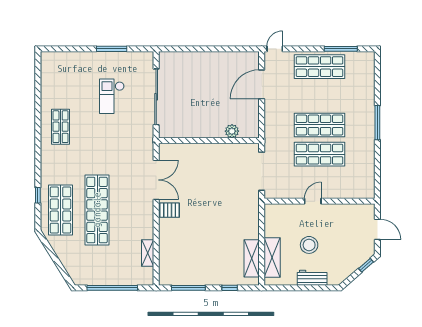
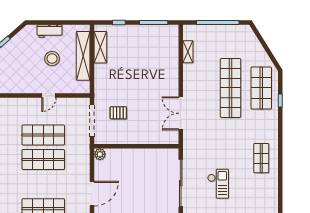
plant: (232, 131) -> (100, 154), moved
pallet: (170, 210) -> (118, 113), moved
shelving: (272, 257) -> (83, 56), width x1.47

